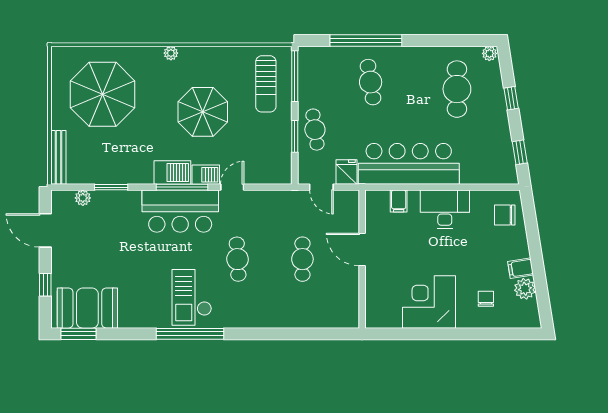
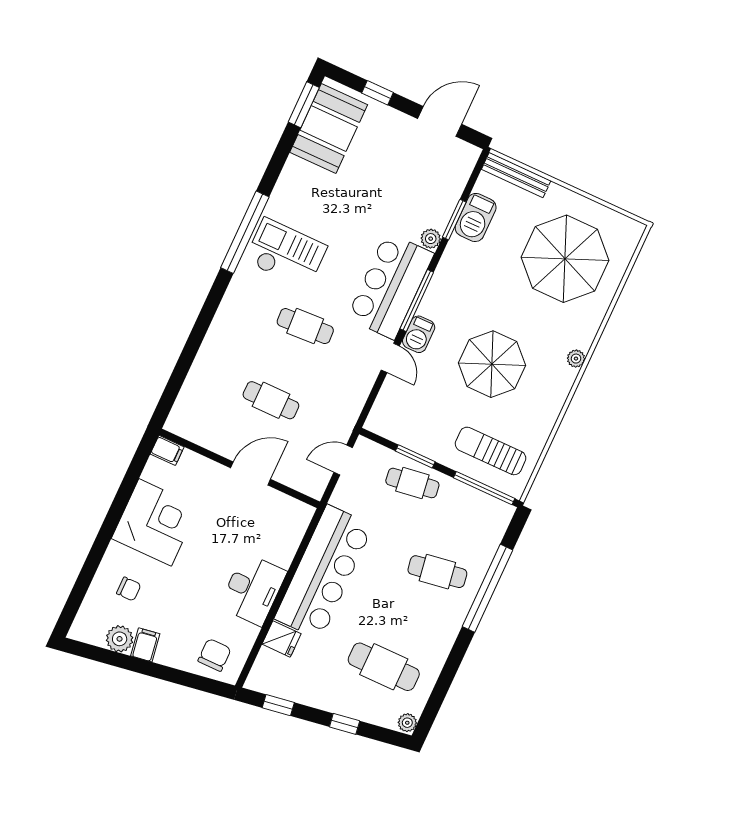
barbecue: (172, 172) -> (476, 217), moved
fridge: (347, 172) -> (282, 639), moved
plant: (83, 198) -> (431, 239), moved
filing cabinet: (399, 201) -> (167, 450), moved, turned 180

